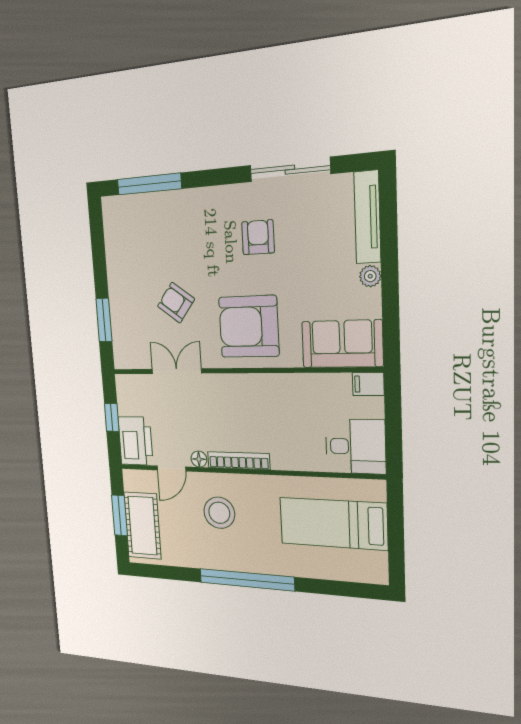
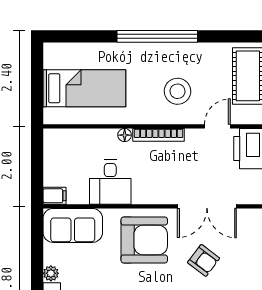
double door: (177, 371) -> (207, 206), width x1.37
desk: (355, 446) -> (110, 182), moved, turned -90
floor lamp: (199, 459) -> (125, 135), moved

